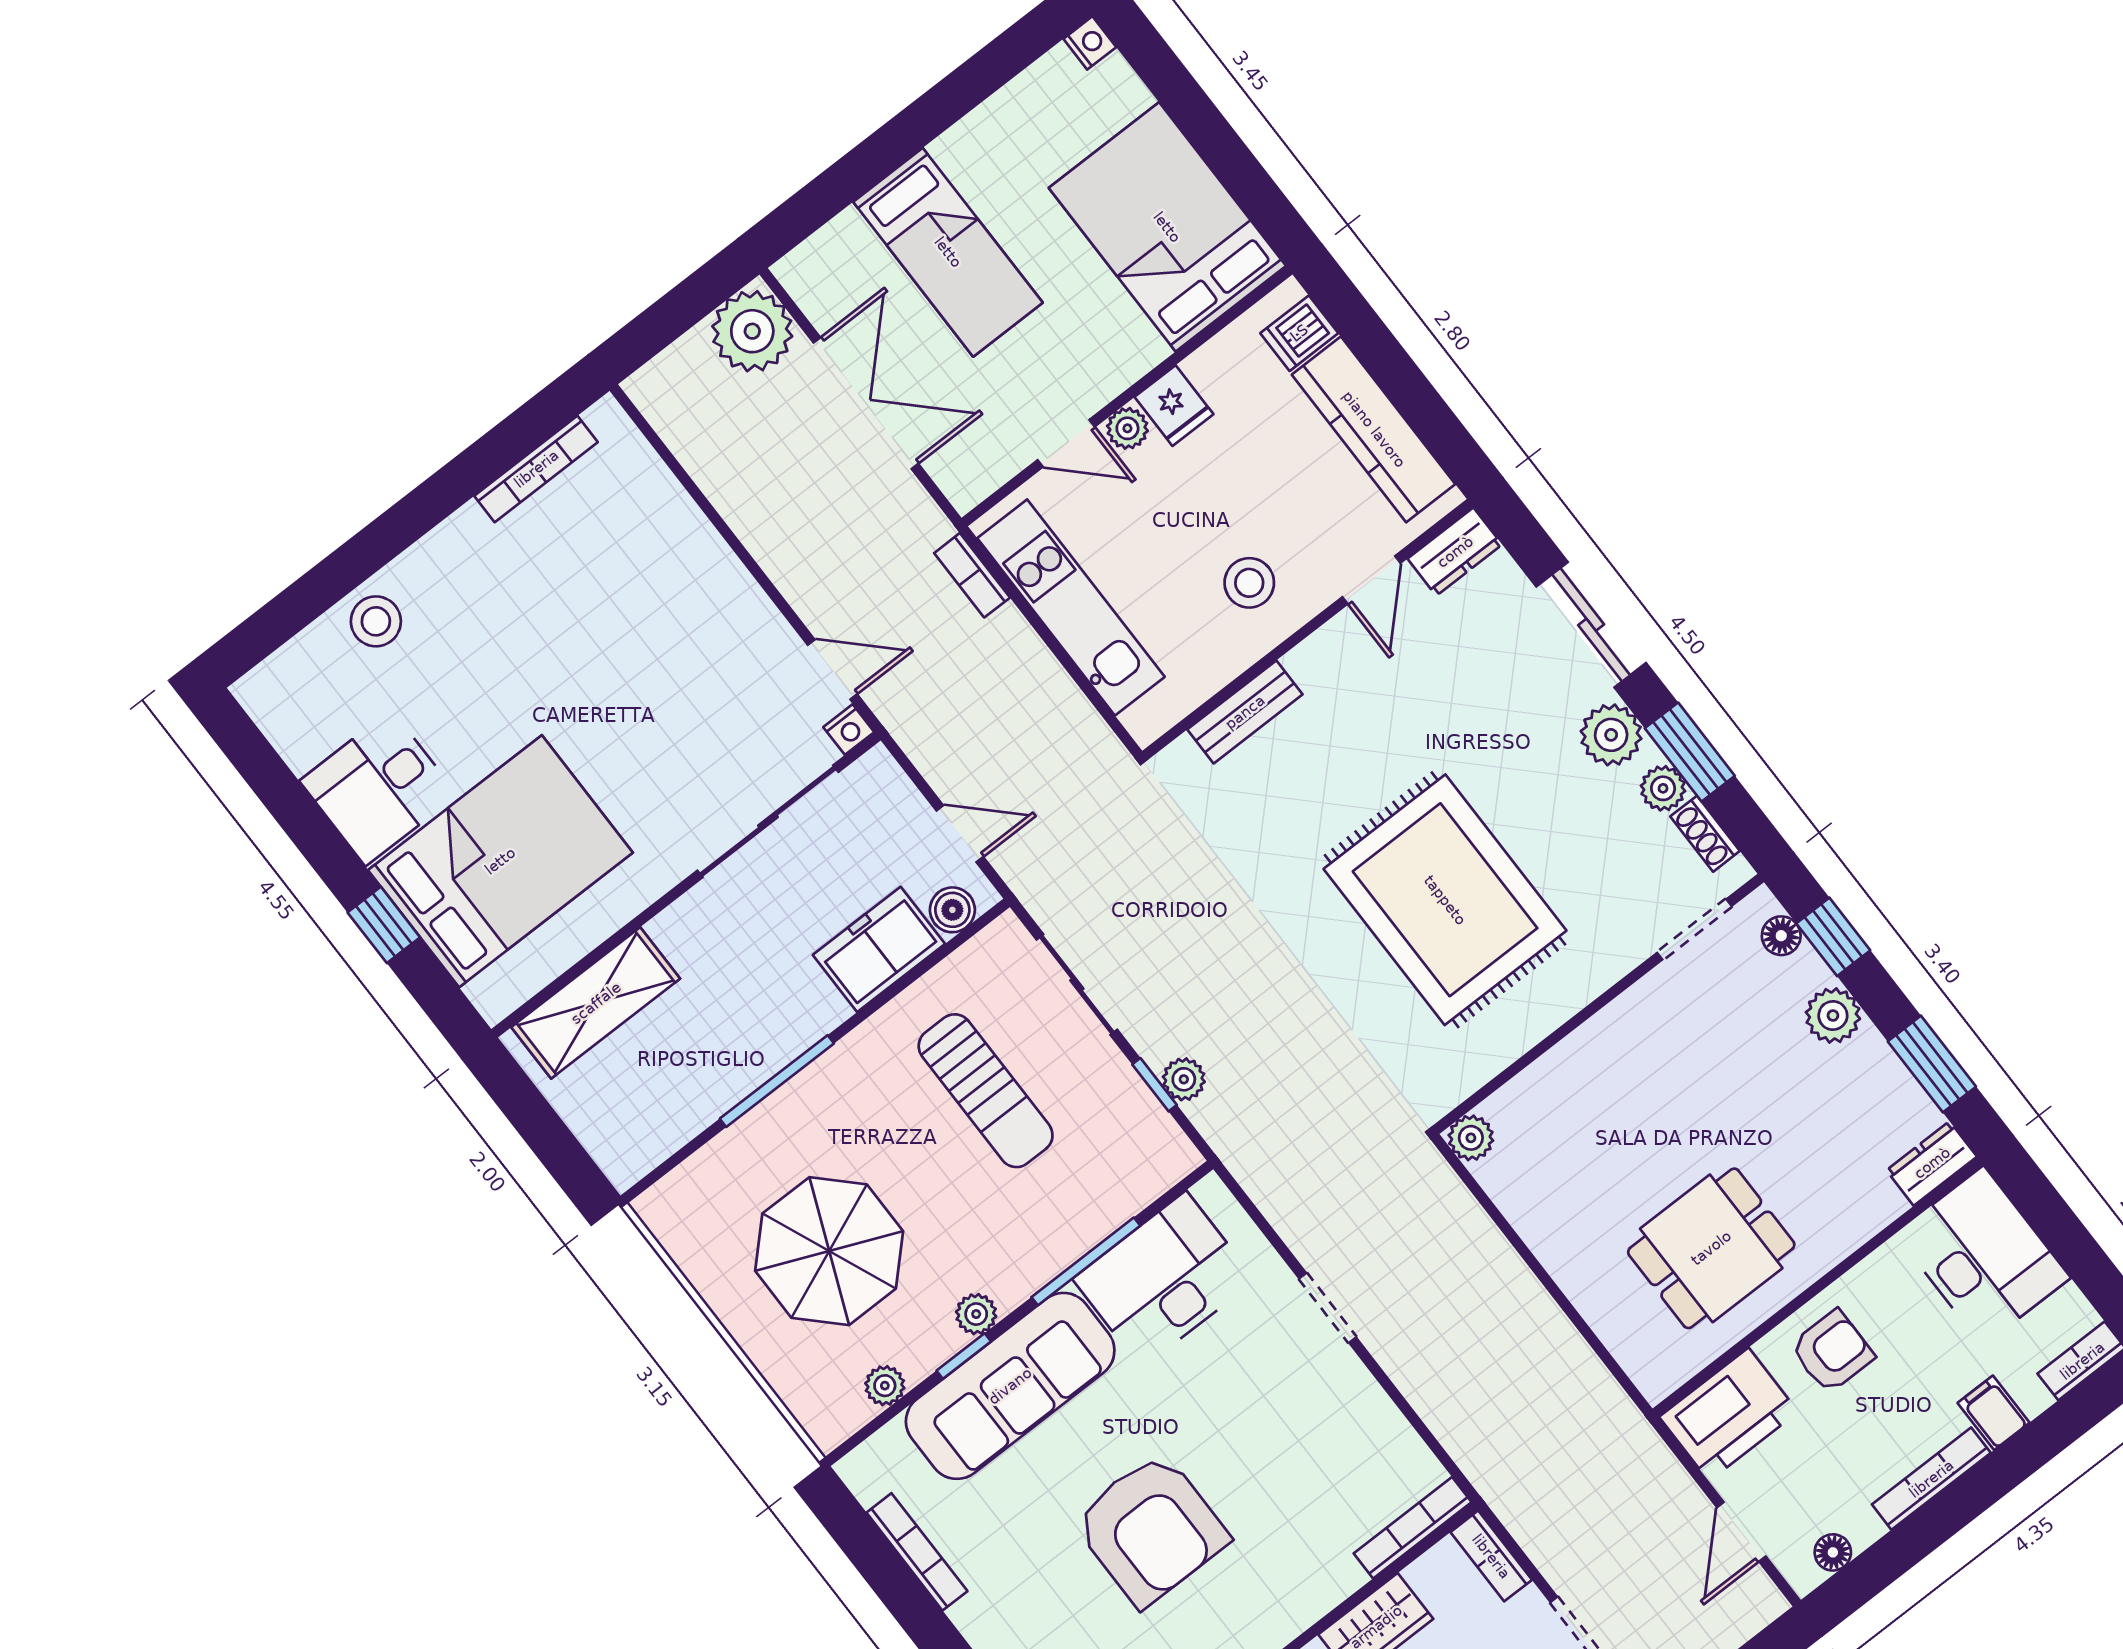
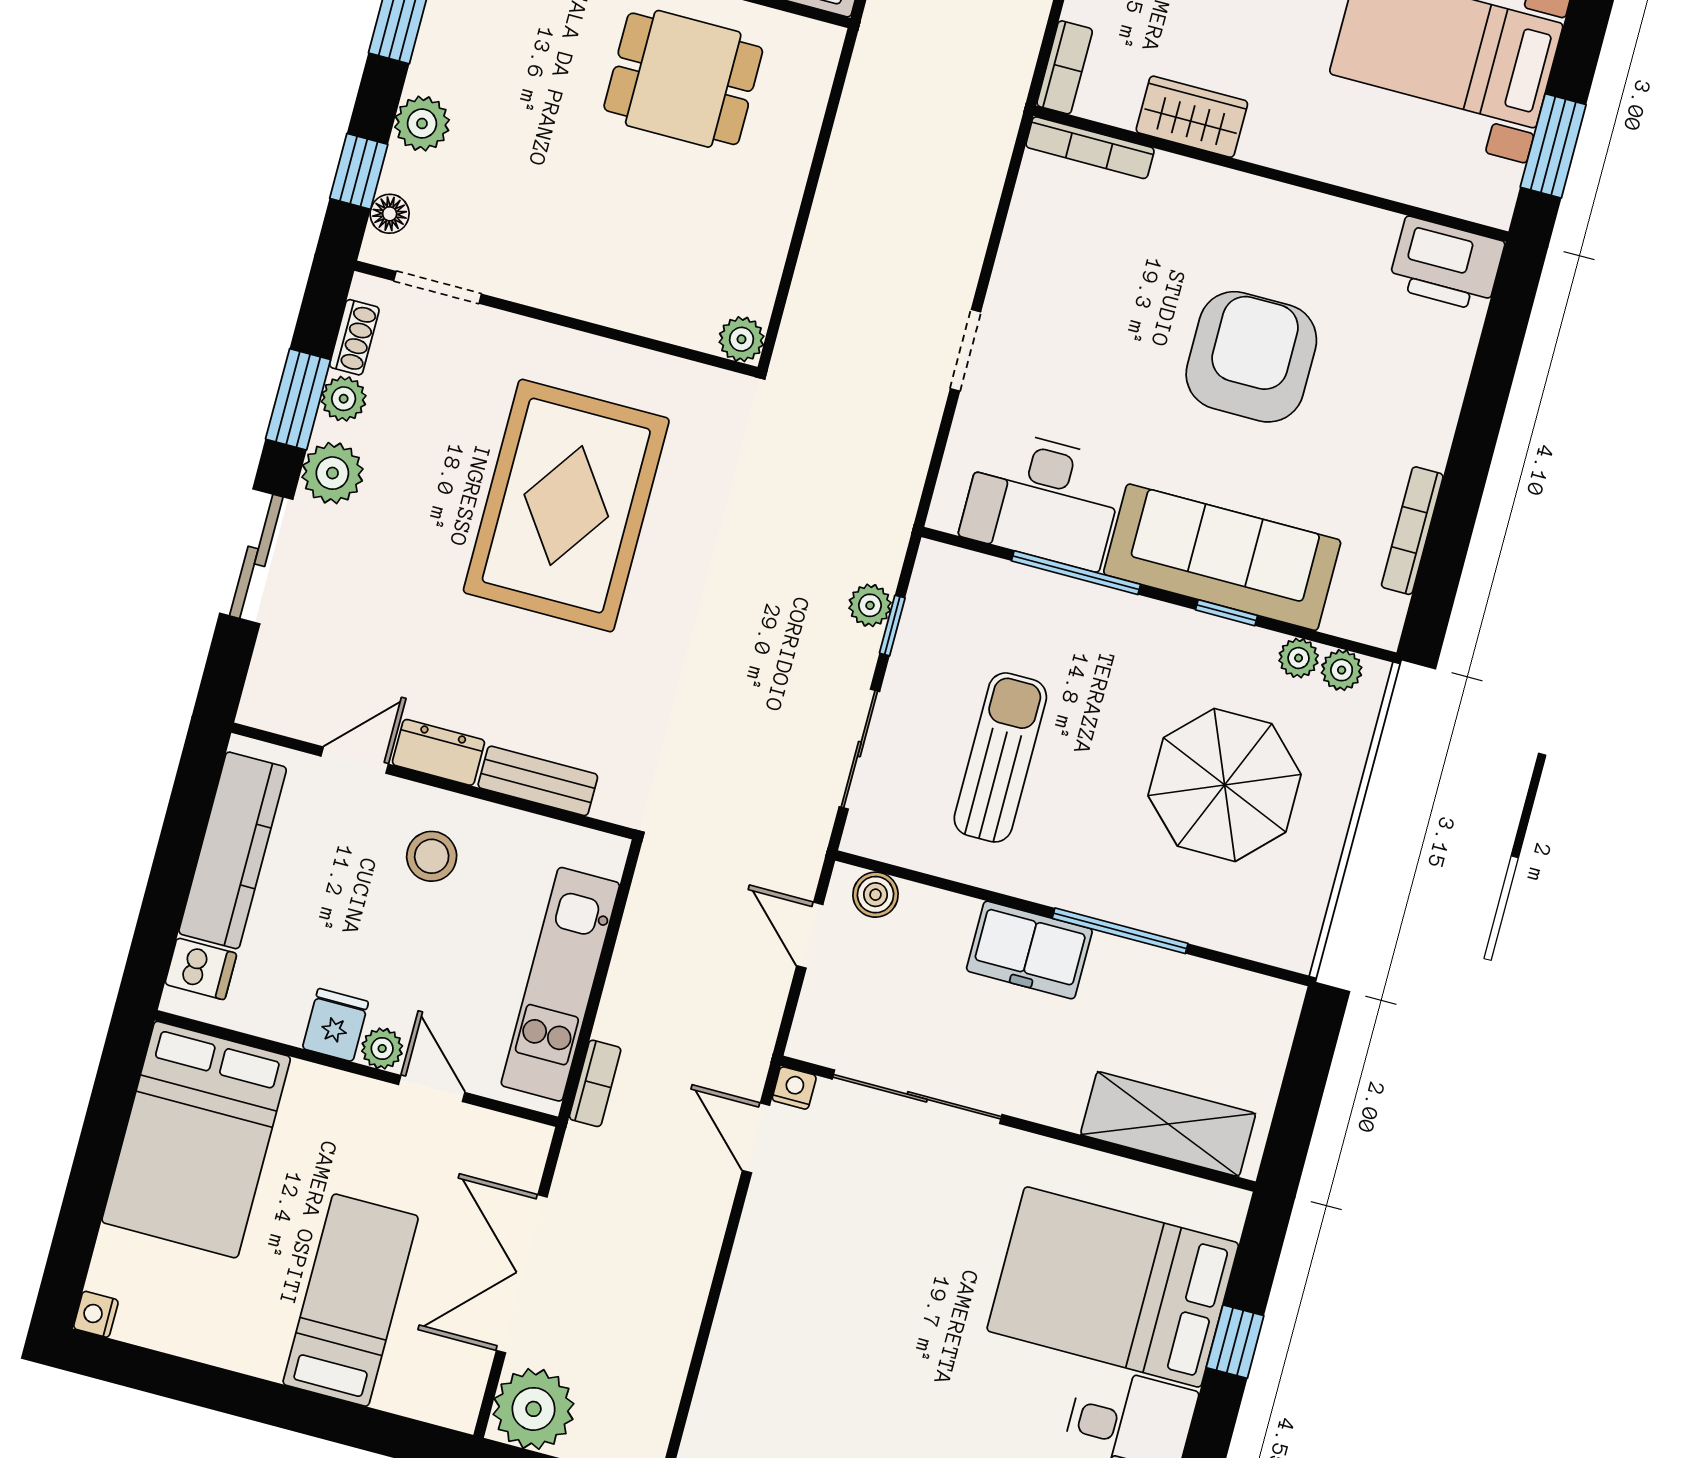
dresser: (1455, 552) -> (438, 752), moved
freezer: (879, 949) -> (1029, 950), moved
plant: (976, 1314) -> (1342, 670), moved

